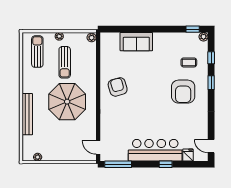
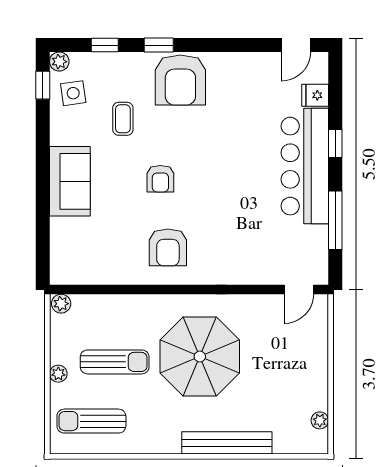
sofa: (136, 42) -> (70, 181), moved
side table: (189, 43) -> (73, 93), added
coffee table: (189, 62) -> (123, 119), moved
armchair: (149, 83) -> (160, 179), added
armchair: (118, 87) -> (168, 247), turned -74
armchair: (183, 92) -> (180, 80), moved, turned 90
window: (118, 164) -> (335, 220), moved

